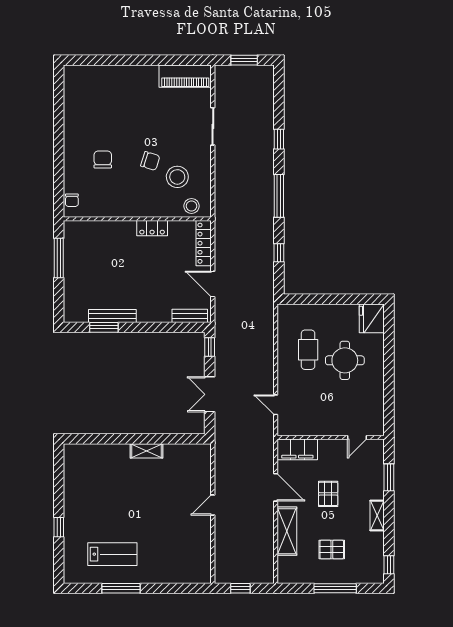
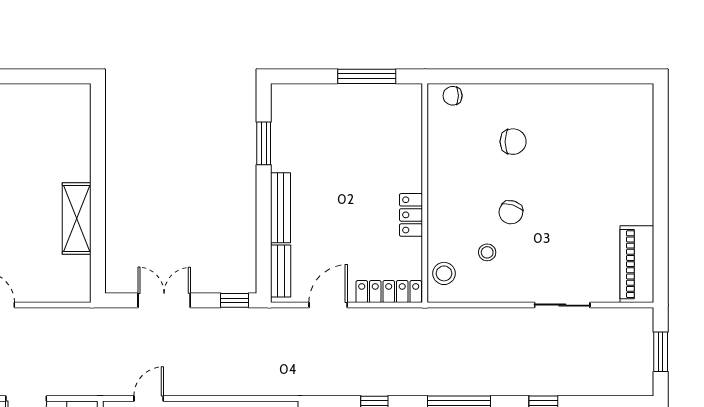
stool: (177, 177) -> (487, 252), width x0.53, depth x0.53
bench: (112, 316) -> (281, 208), moved
shelving: (146, 451) -> (77, 219), width x1.50, depth x1.33

